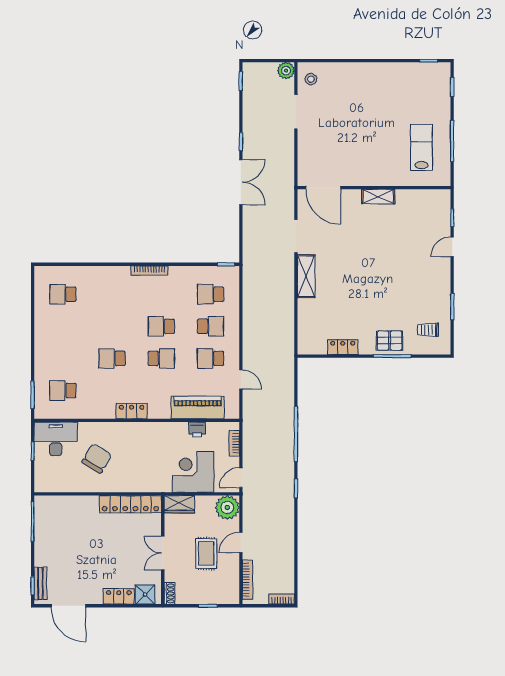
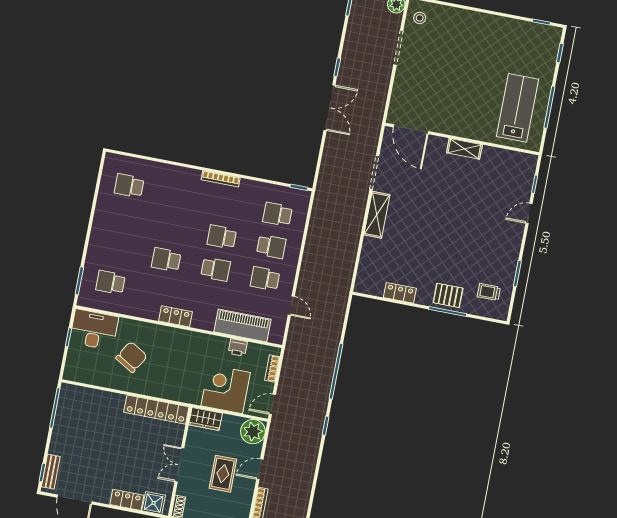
lab bench: (422, 148) -> (517, 108), width x1.36, depth x1.39

